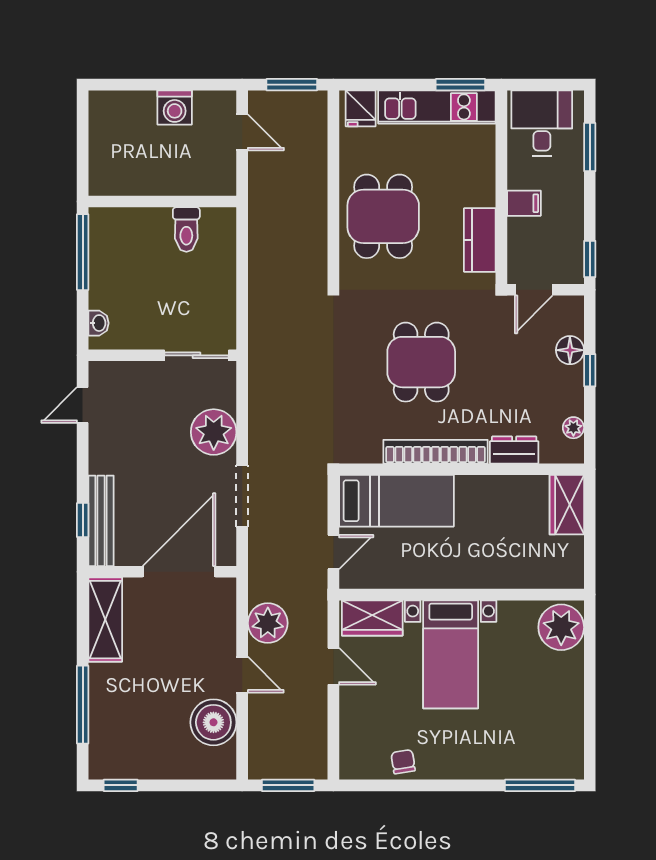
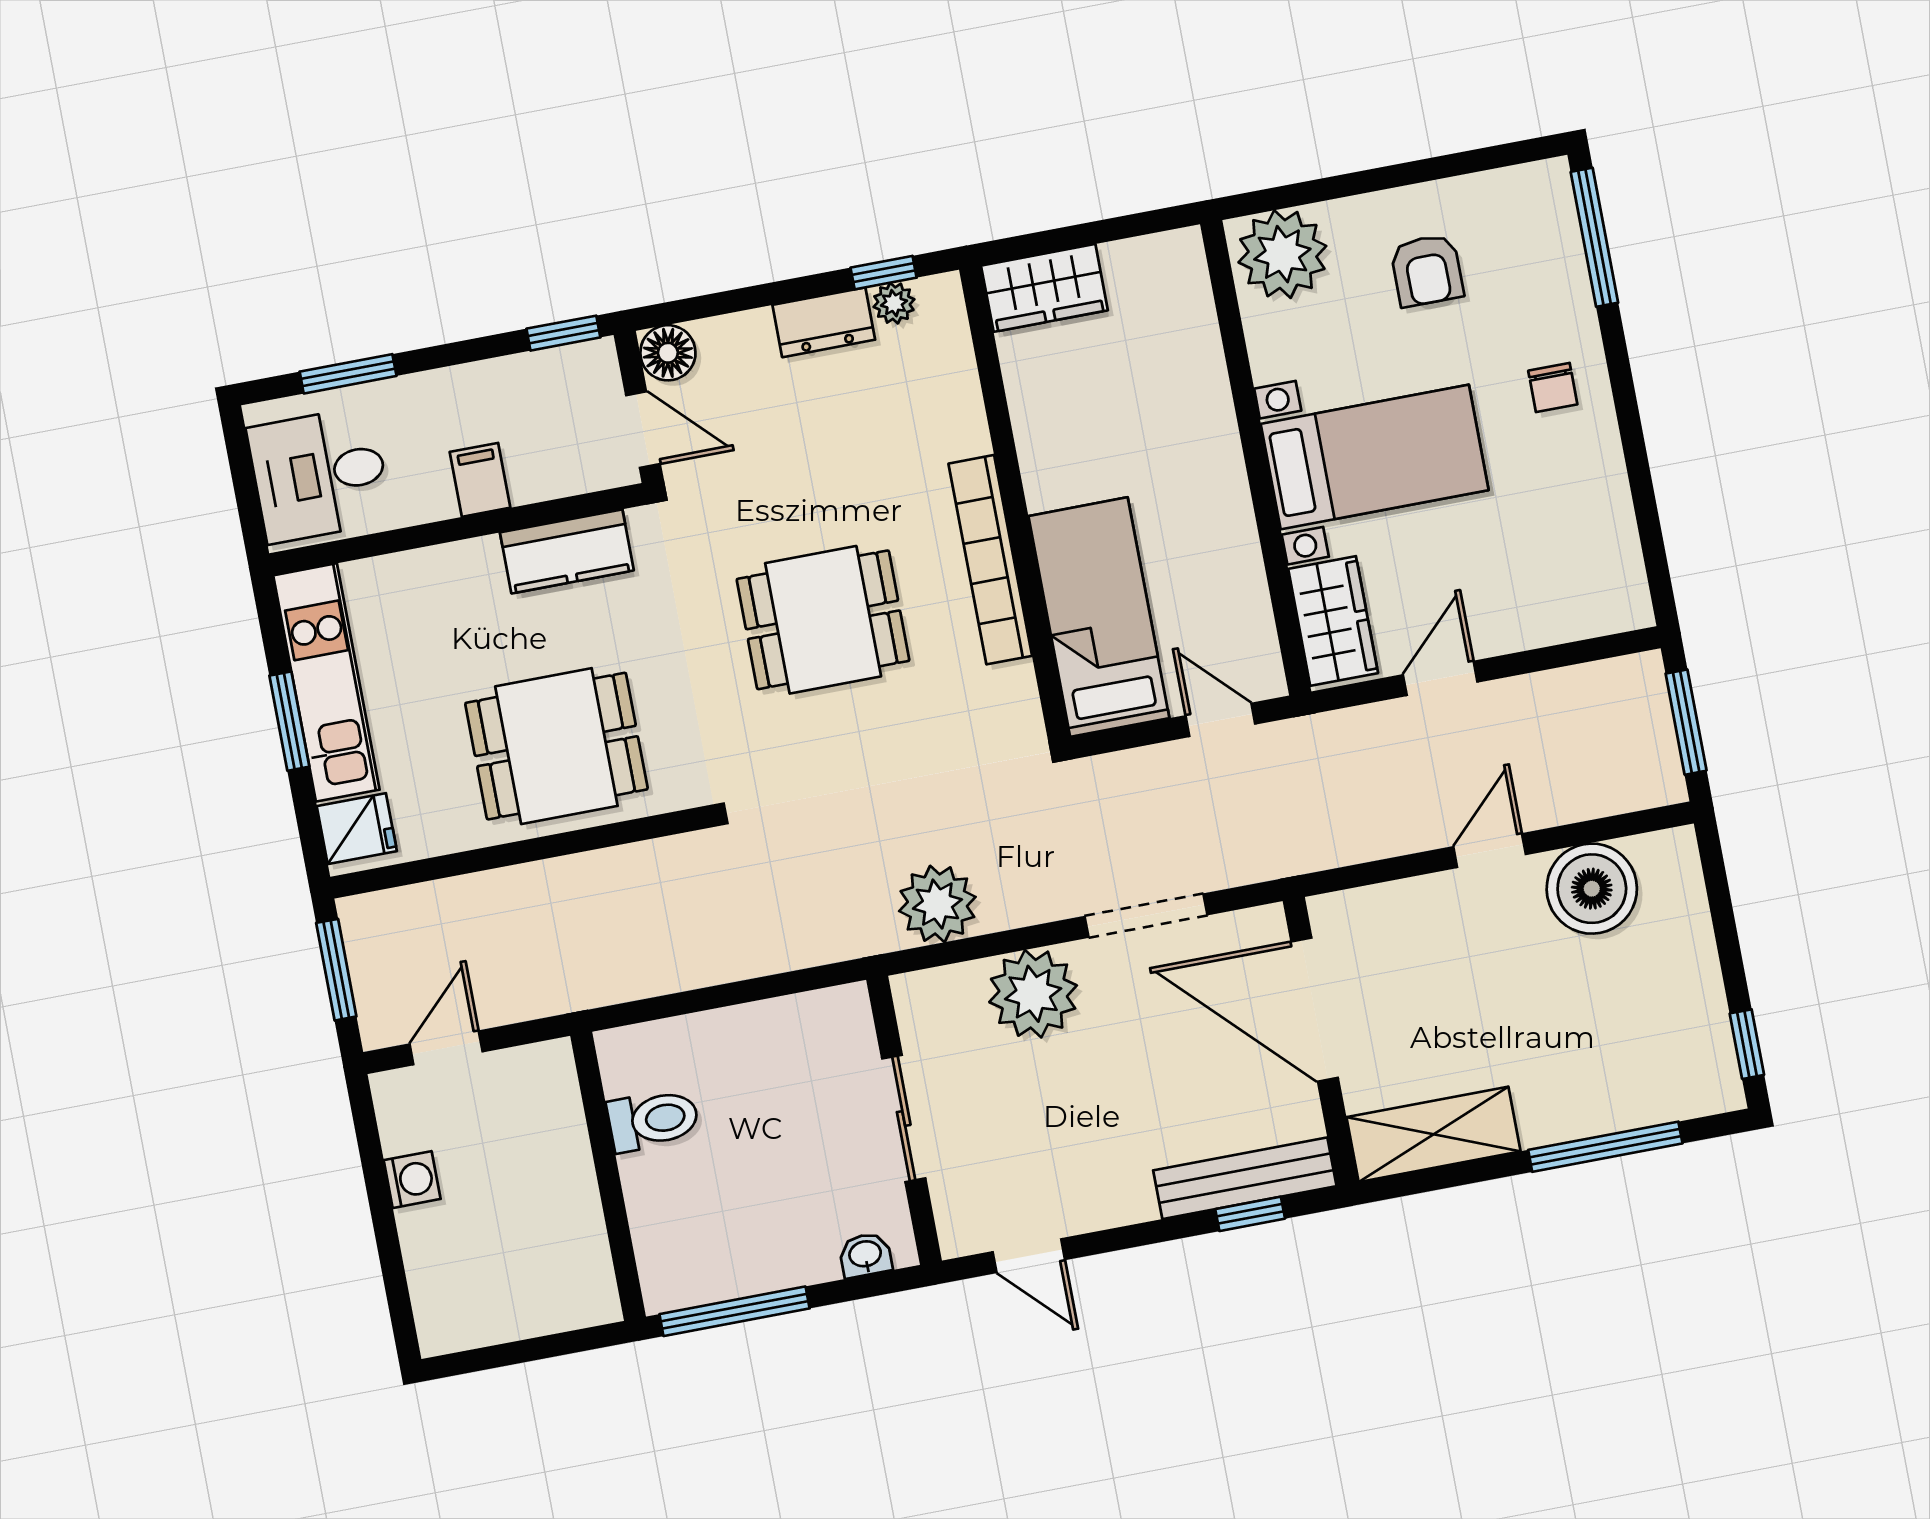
window: (460, 85) -> (289, 721), moved
washing machine: (175, 108) -> (412, 1180), width x0.73, depth x0.73
floor lamp: (570, 350) -> (668, 353), moved
sliding door: (197, 355) -> (904, 1118), moved
window: (590, 370) -> (884, 273), moved
dresser: (514, 450) -> (824, 322), moved, turned -90
plant: (268, 623) -> (937, 904), moved
armchair: (539, 698) -> (1427, 270), added
chair: (403, 762) -> (1553, 388), moved, turned -81

